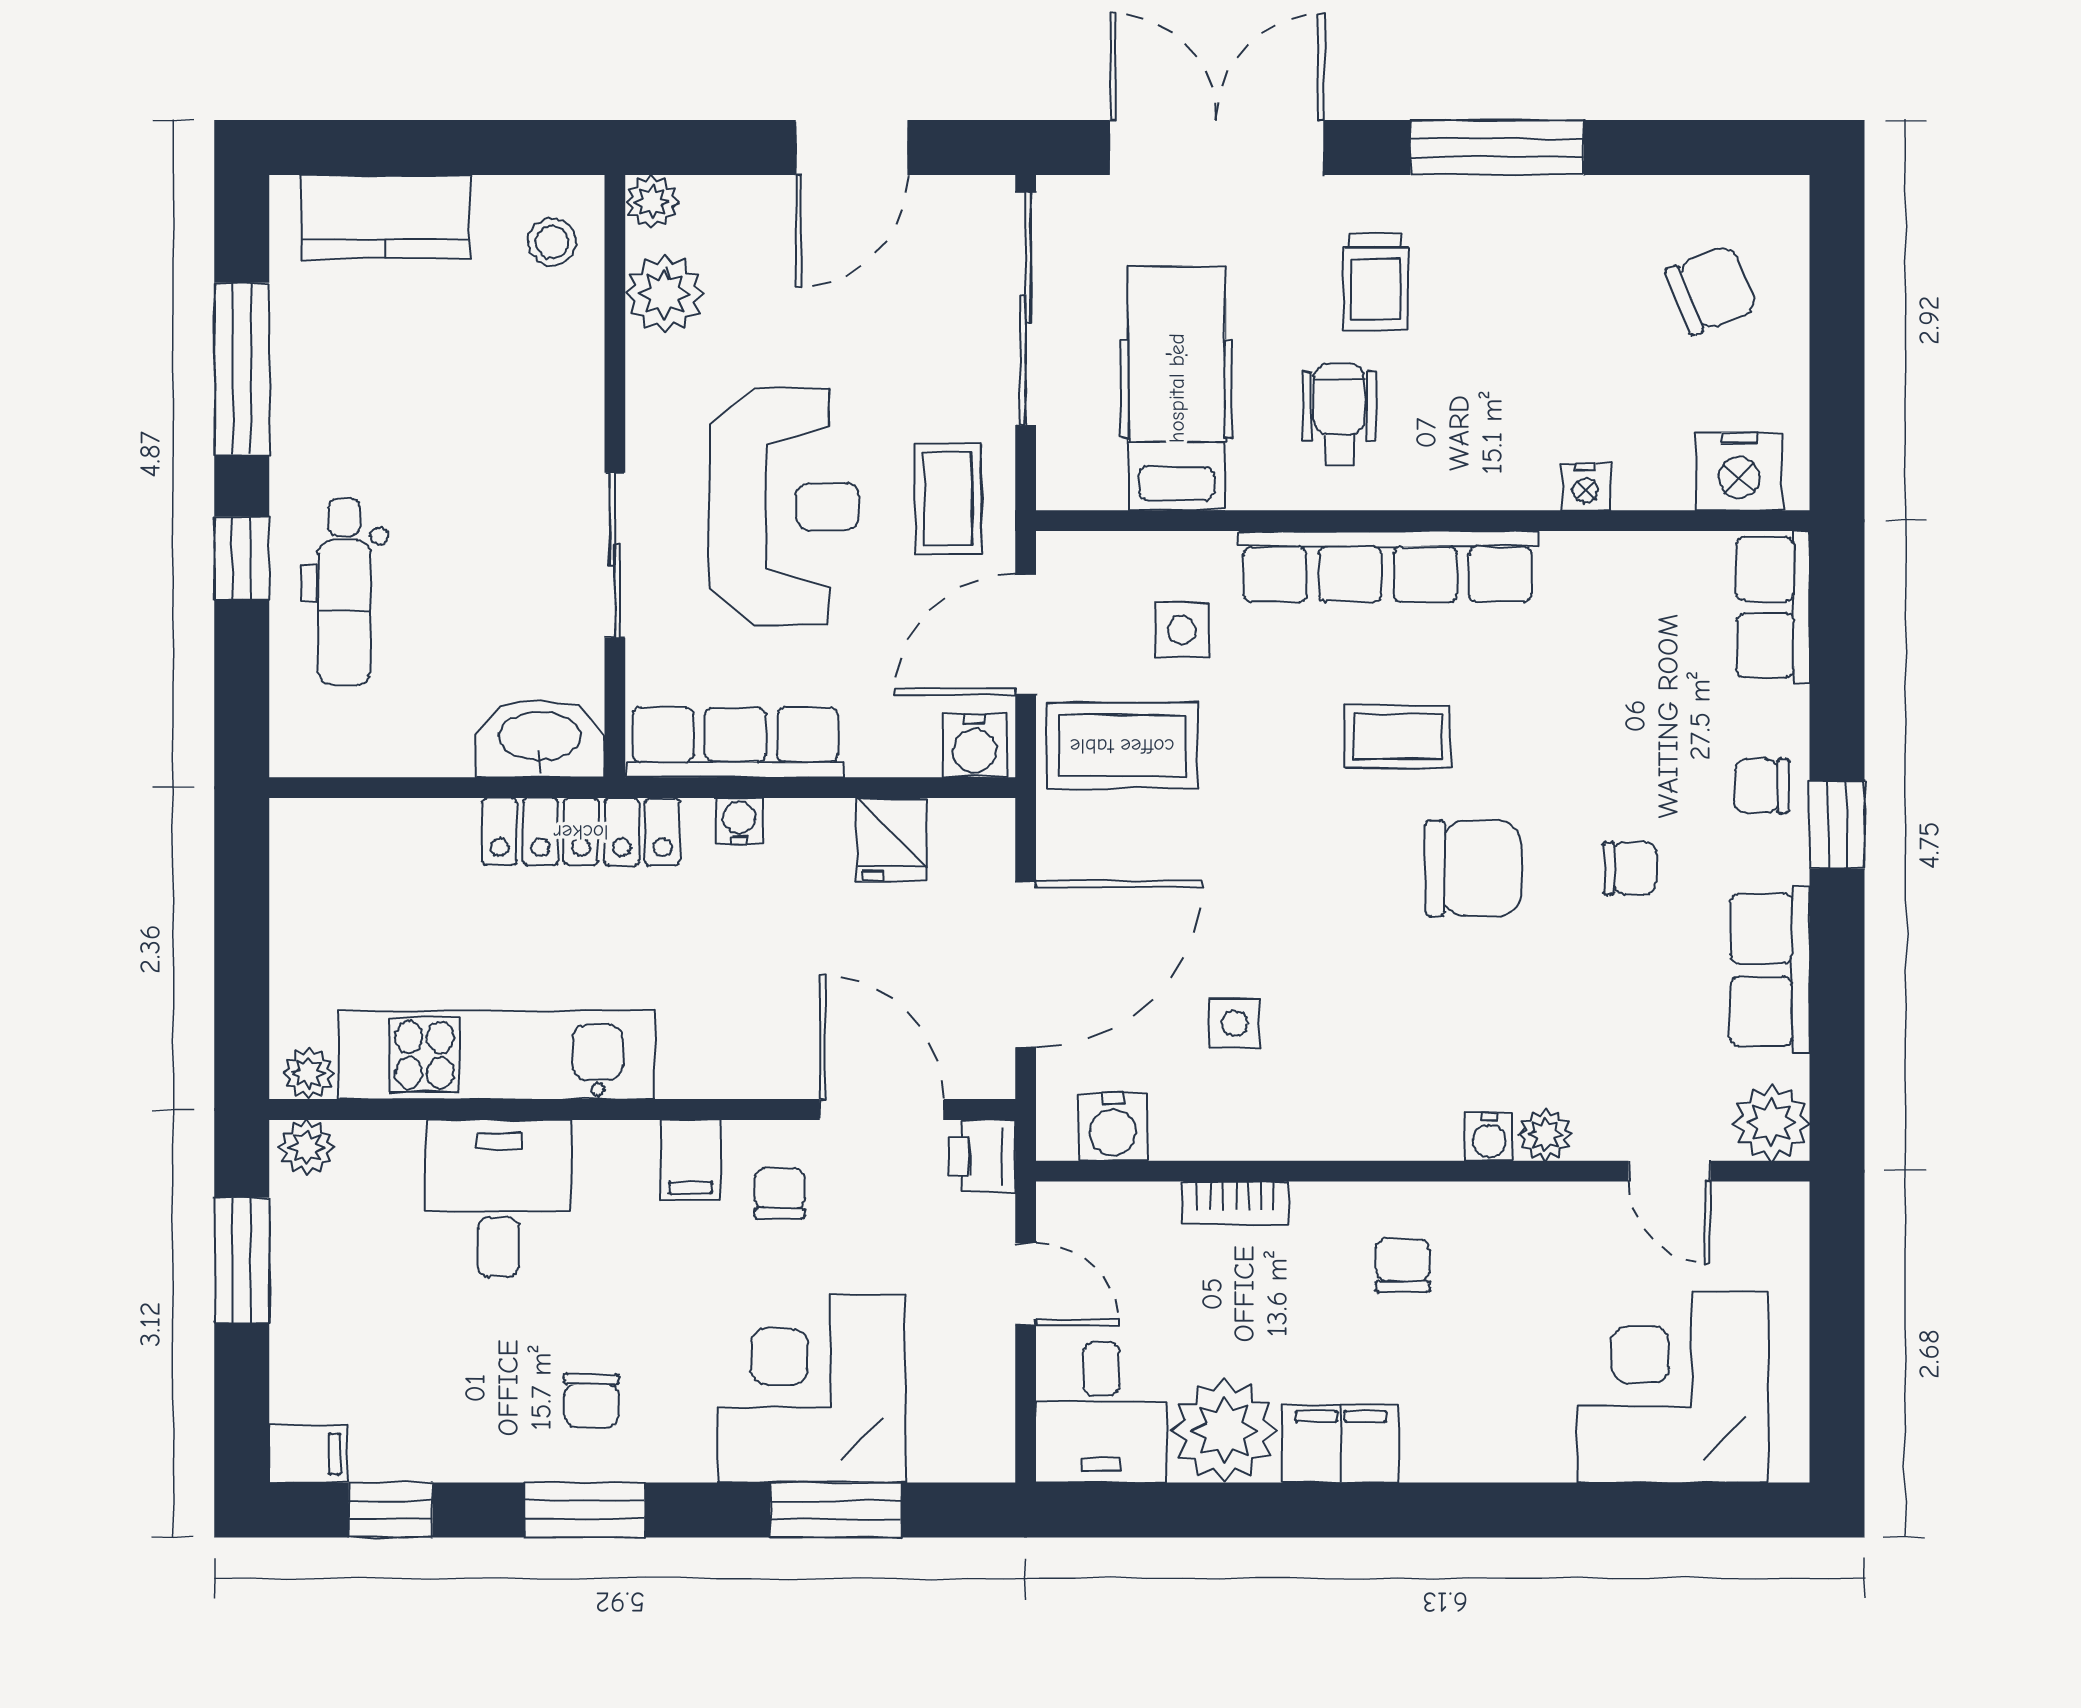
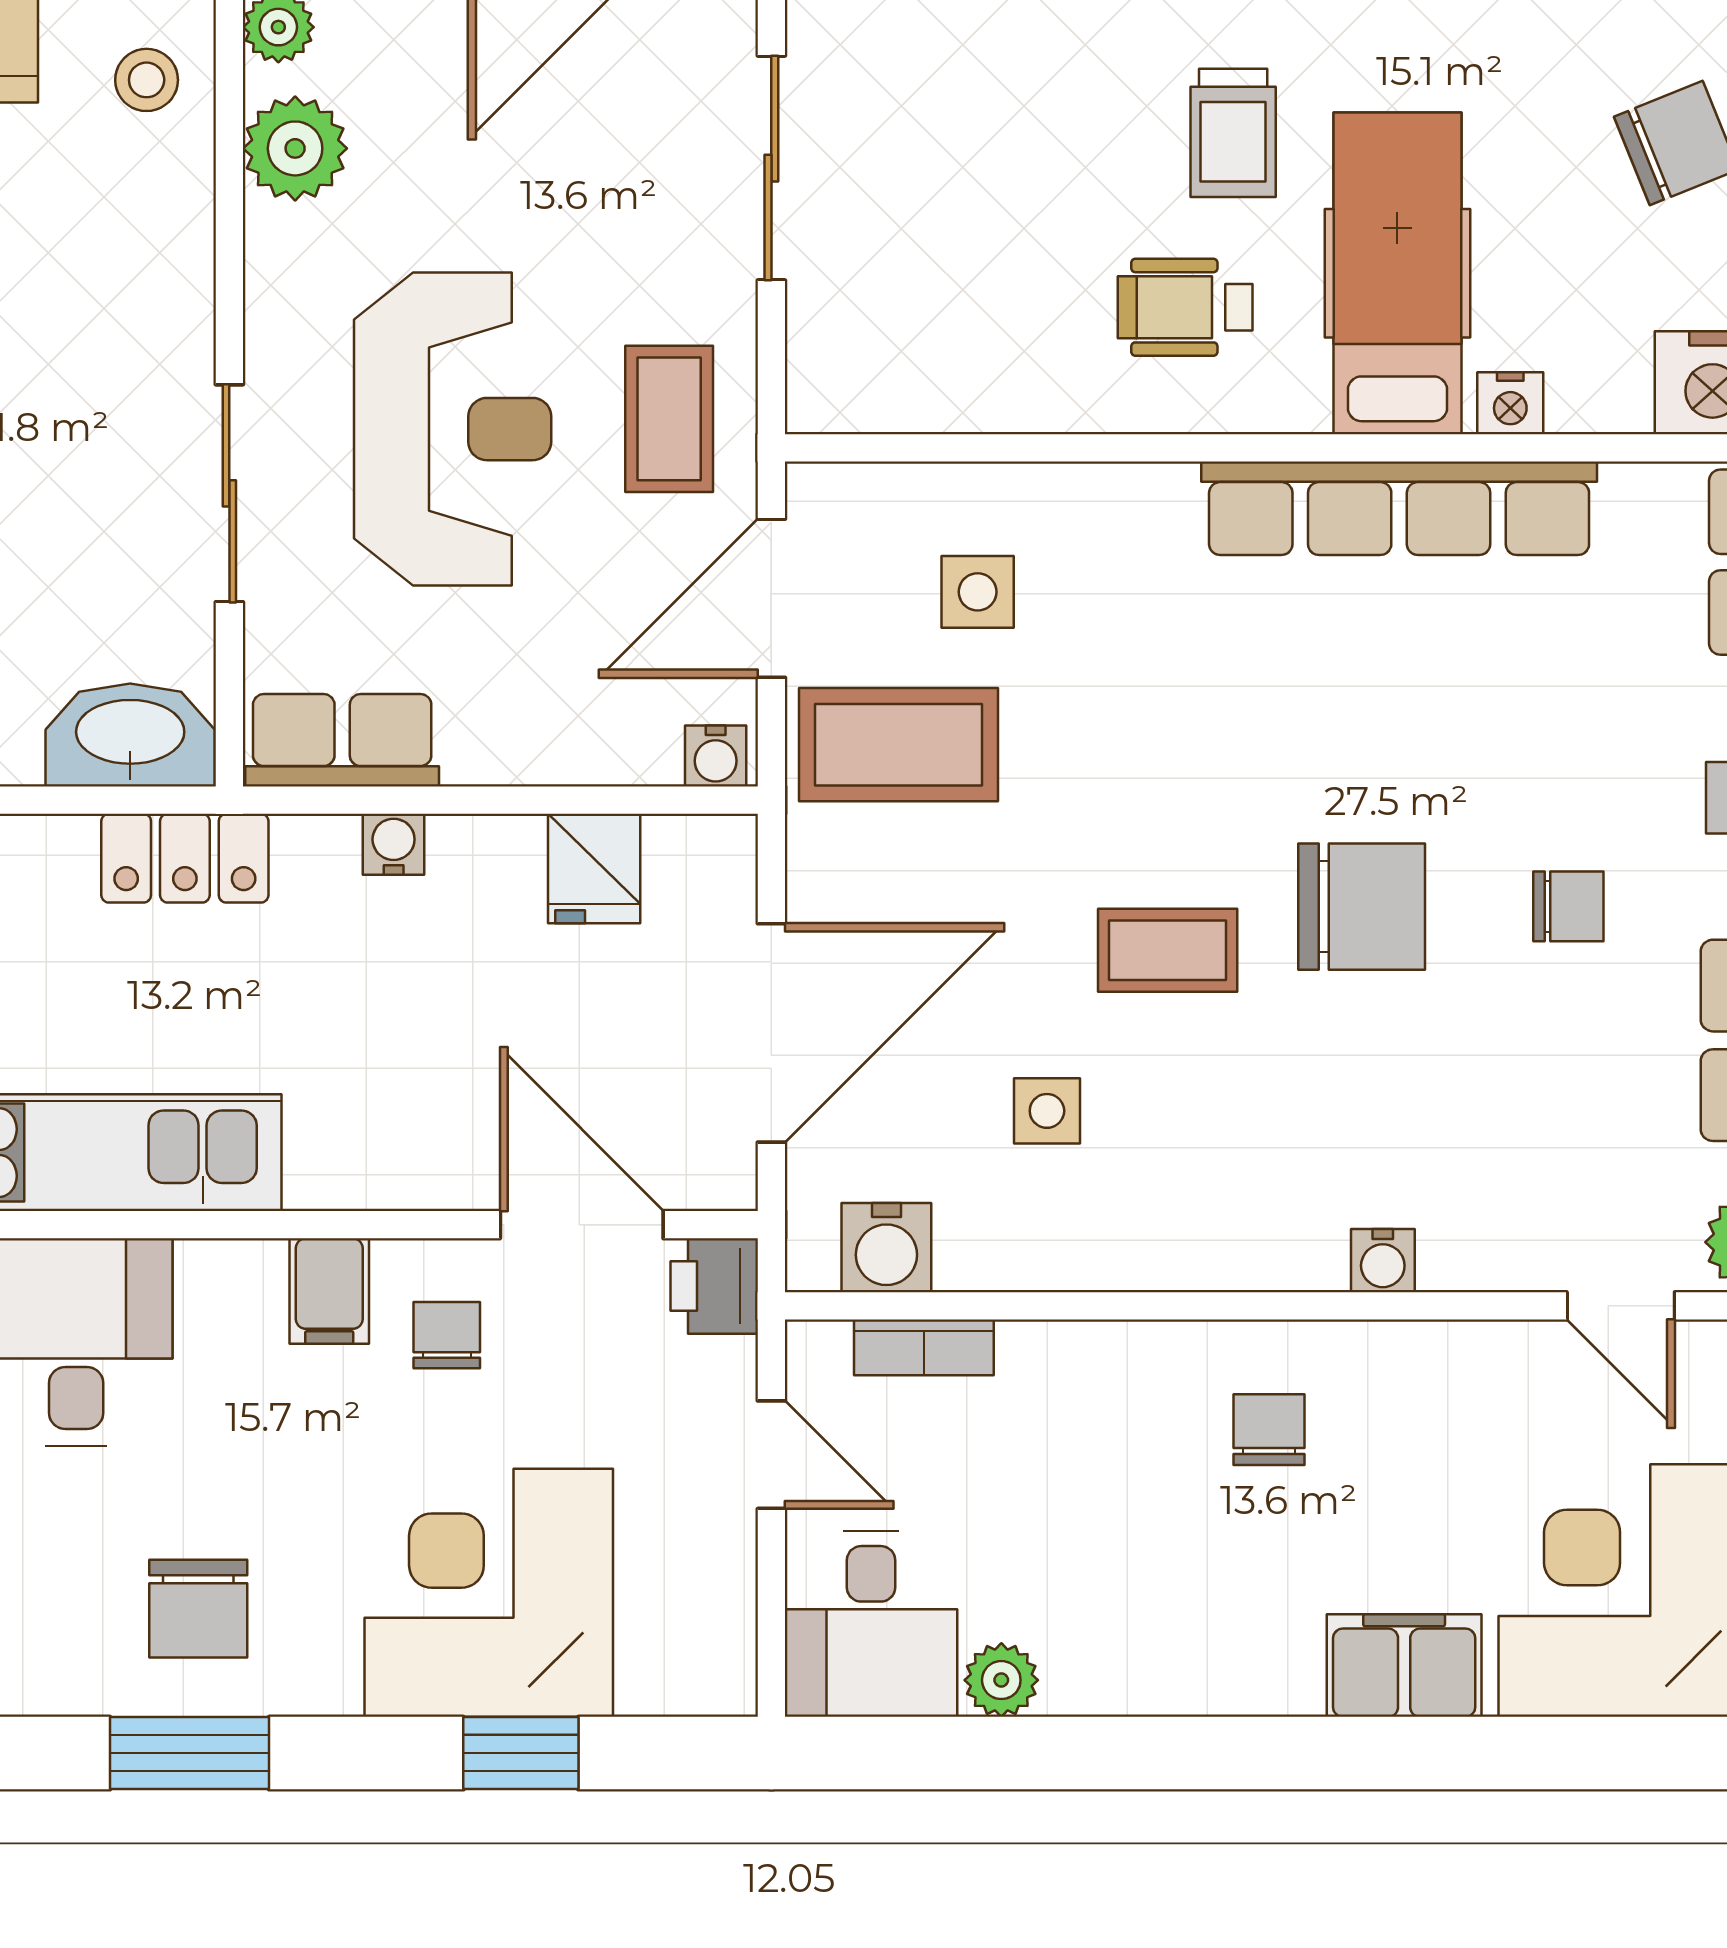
sliding door: (1026, 309) -> (771, 168), width x0.73
hospital bed: (1177, 388) -> (1397, 273), moved
wheelchair: (1339, 414) -> (1185, 307), turned -90
row of seats: (1388, 566) -> (1399, 508), moved
coffee table: (1398, 736) -> (1168, 950), moved
row of seats: (735, 742) -> (342, 740), width x0.68
water cooler: (974, 745) -> (716, 756), width x0.72, depth x0.72
locker: (581, 832) -> (185, 858), width x0.66
plant: (1545, 1134) -> (1457, 1258), removed
bookcase: (1236, 1203) -> (924, 1347), moved
chair: (591, 1401) -> (198, 1609), width x1.37, depth x1.37
plant: (1224, 1430) -> (1001, 1680), width x0.53, depth x0.53
filing cabinet: (1341, 1444) -> (1404, 1665), moved
window: (836, 1510) -> (521, 1753), width x0.67

